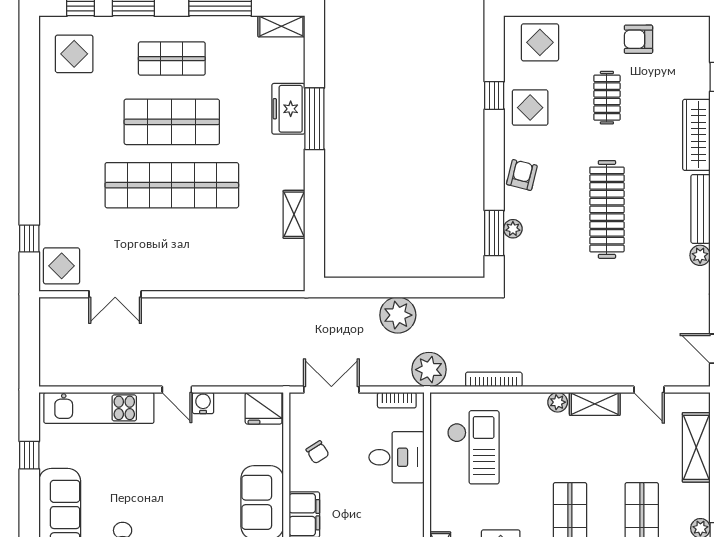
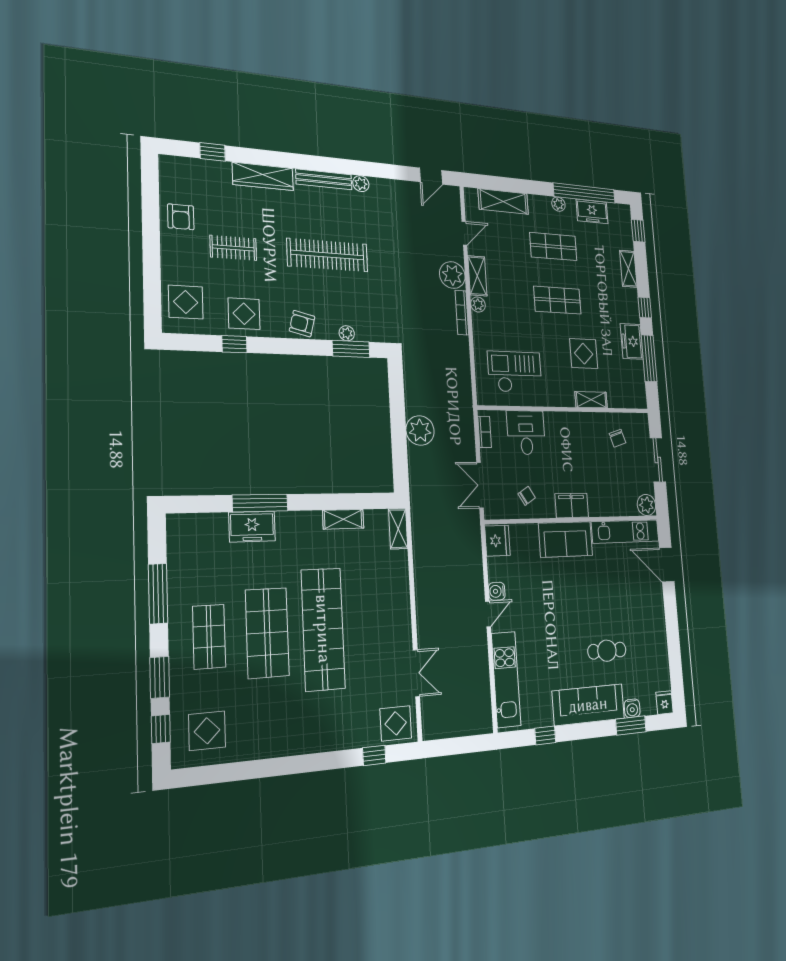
shelving: (281, 26) -> (398, 529), moved
plant: (429, 370) -> (452, 275), moved
bookcase: (494, 379) -> (462, 313), moved

